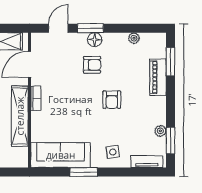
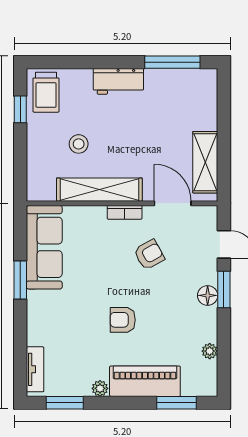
armchair: (92, 65) -> (149, 255), moved, turned -119
piano: (158, 77) -> (145, 381), width x1.37, depth x1.33
plant: (160, 131) -> (100, 388), moved
side table: (113, 152) -> (49, 321), removed

